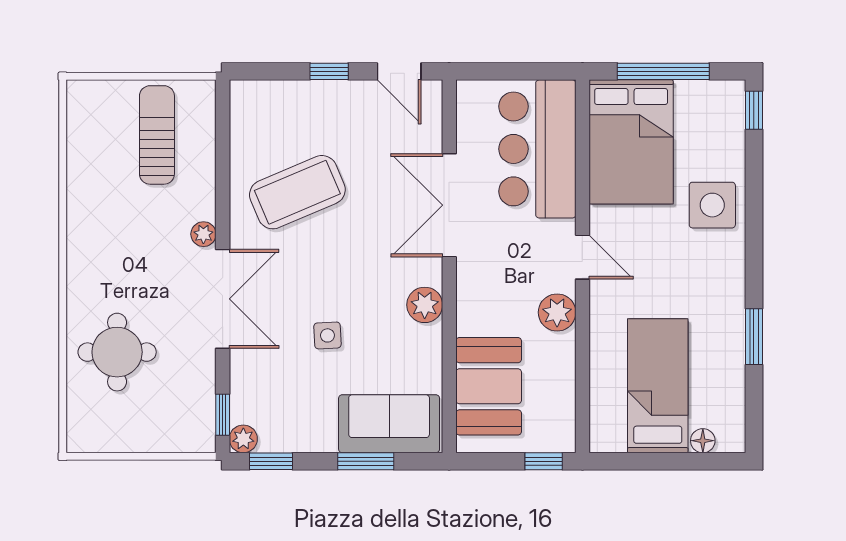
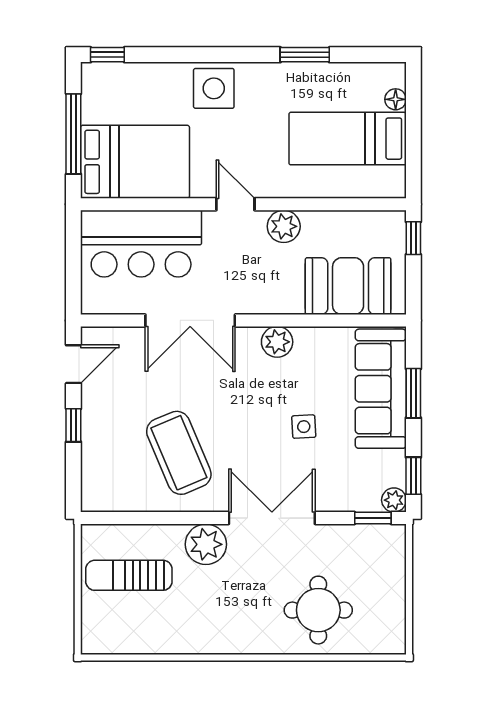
side table: (712, 205) -> (214, 88), moved
plant: (203, 234) -> (206, 544), width x1.87, depth x1.87
door: (582, 257) -> (235, 204), hinge flipped
sofa: (389, 424) -> (381, 389), width x1.36

